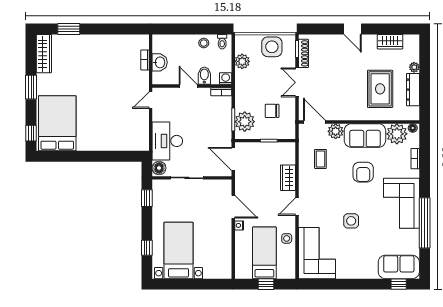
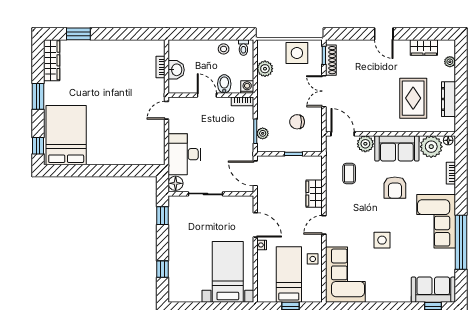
plant: (414, 67) -> (450, 62), moved
plant: (245, 122) -> (263, 133), width x0.53, depth x0.53
bed with nightstands: (178, 250) -> (228, 272), moved

